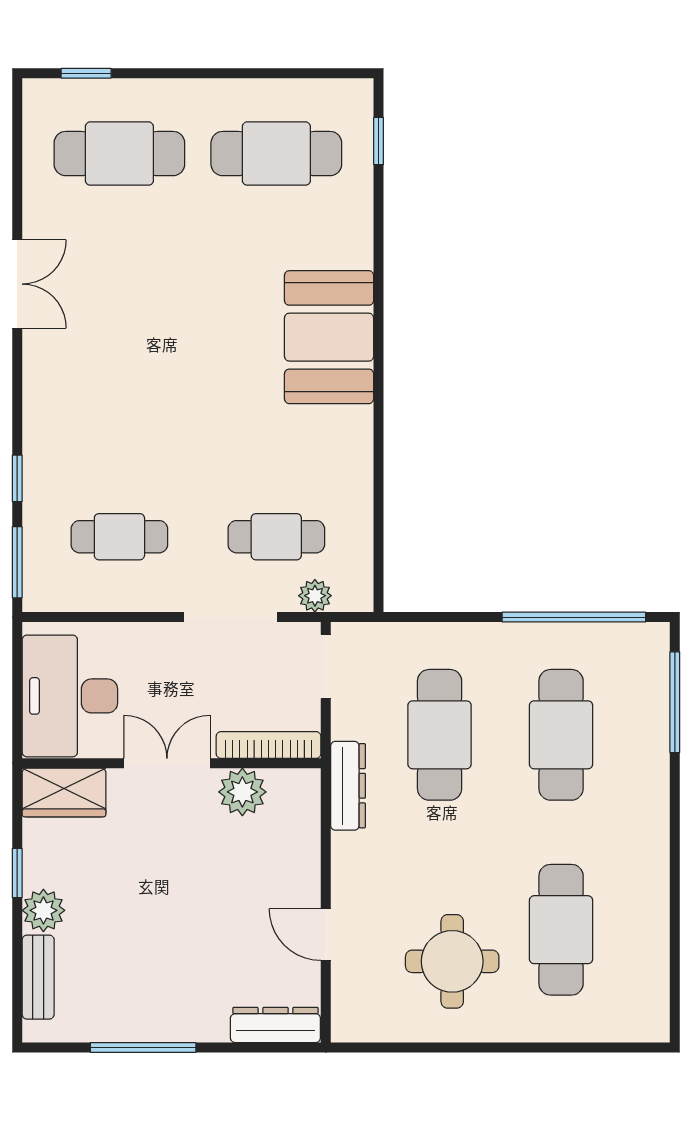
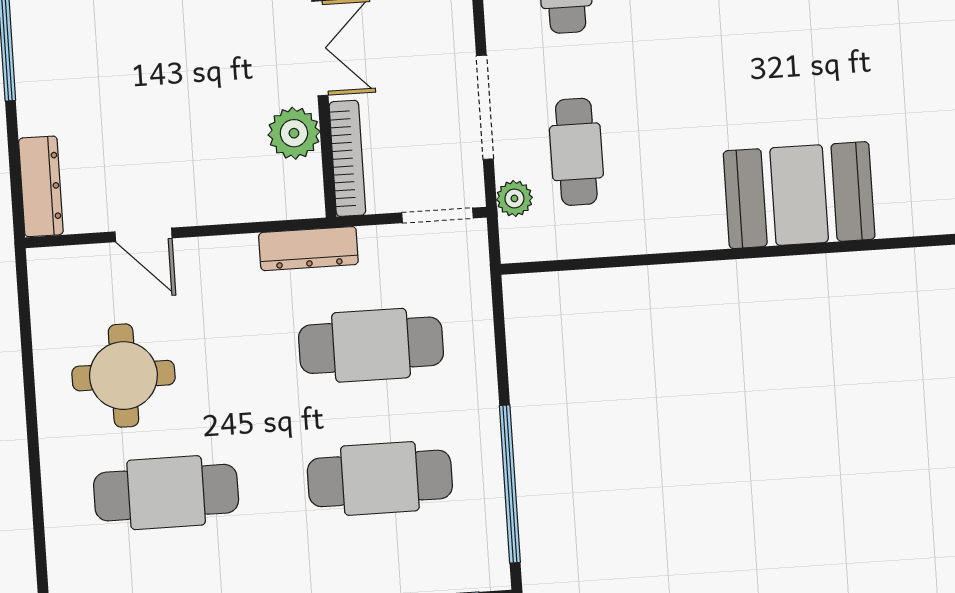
door: (326, 935) -> (144, 235), swing flipped

